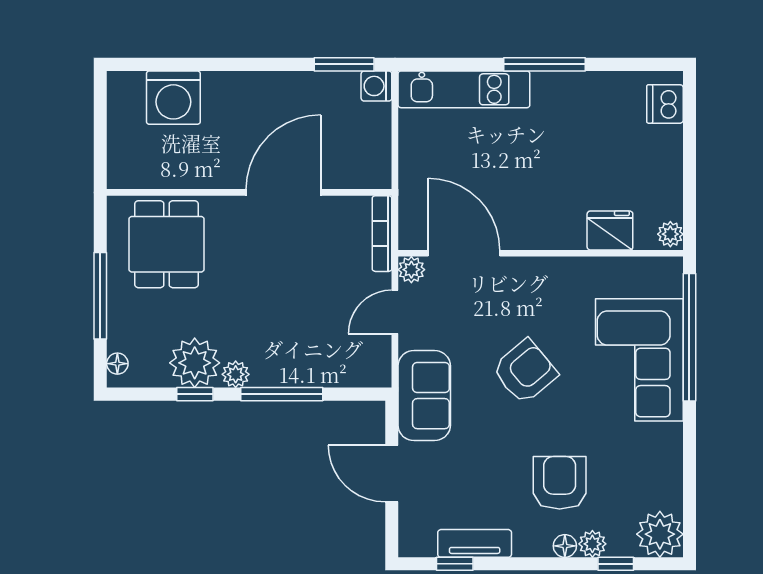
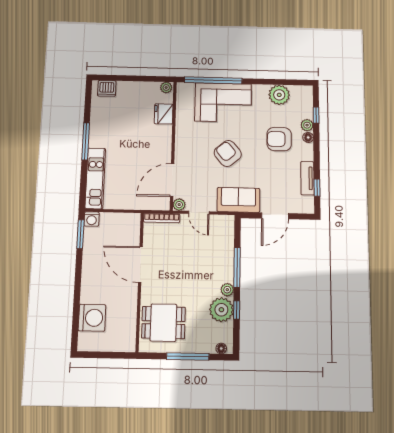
plant: (660, 534) -> (279, 95), moved

